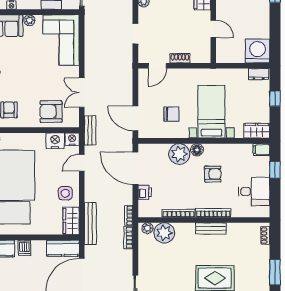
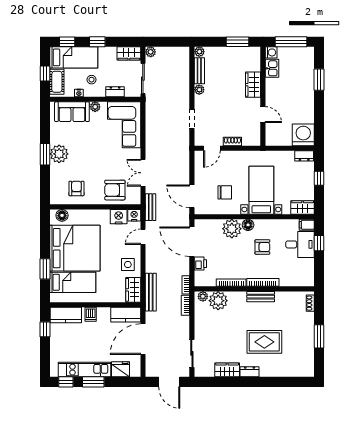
desk: (254, 192) -> (300, 244), moved

